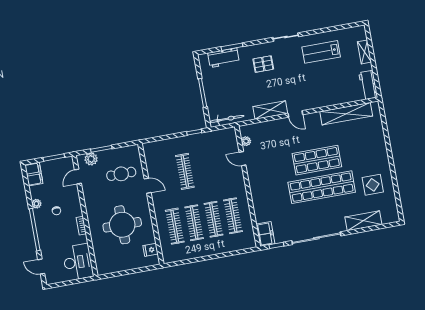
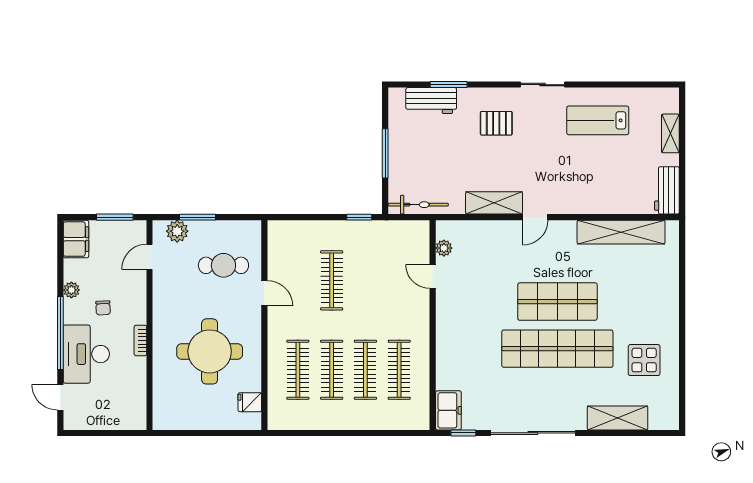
door: (295, 114) -> (535, 217), hinge flipped
desk: (78, 262) -> (86, 354), moved, turned 180

